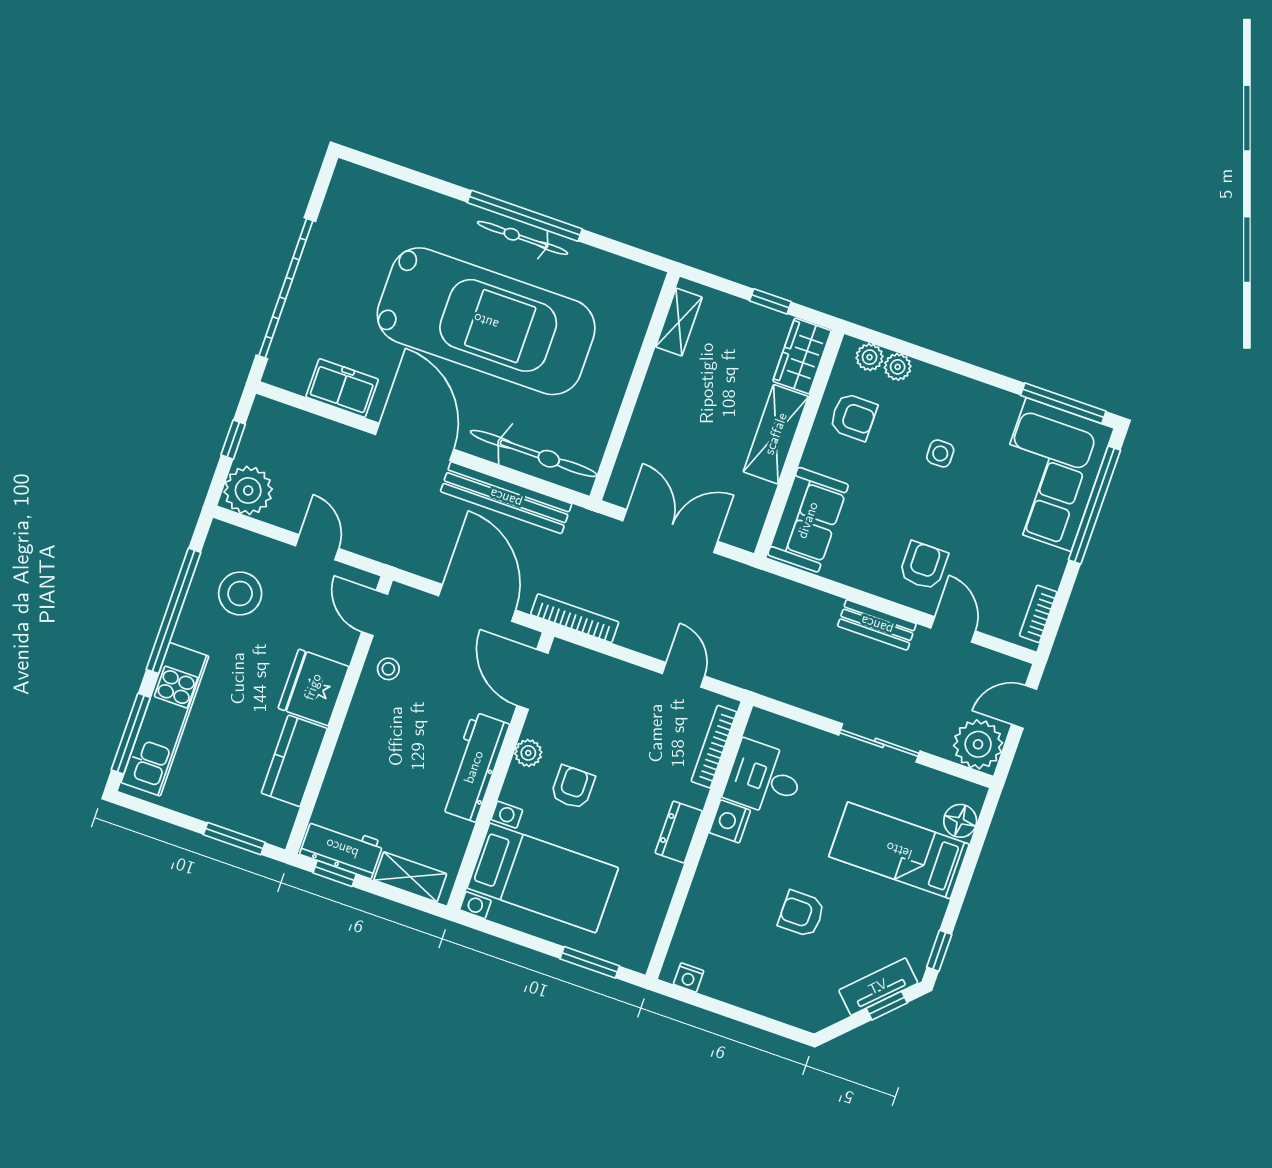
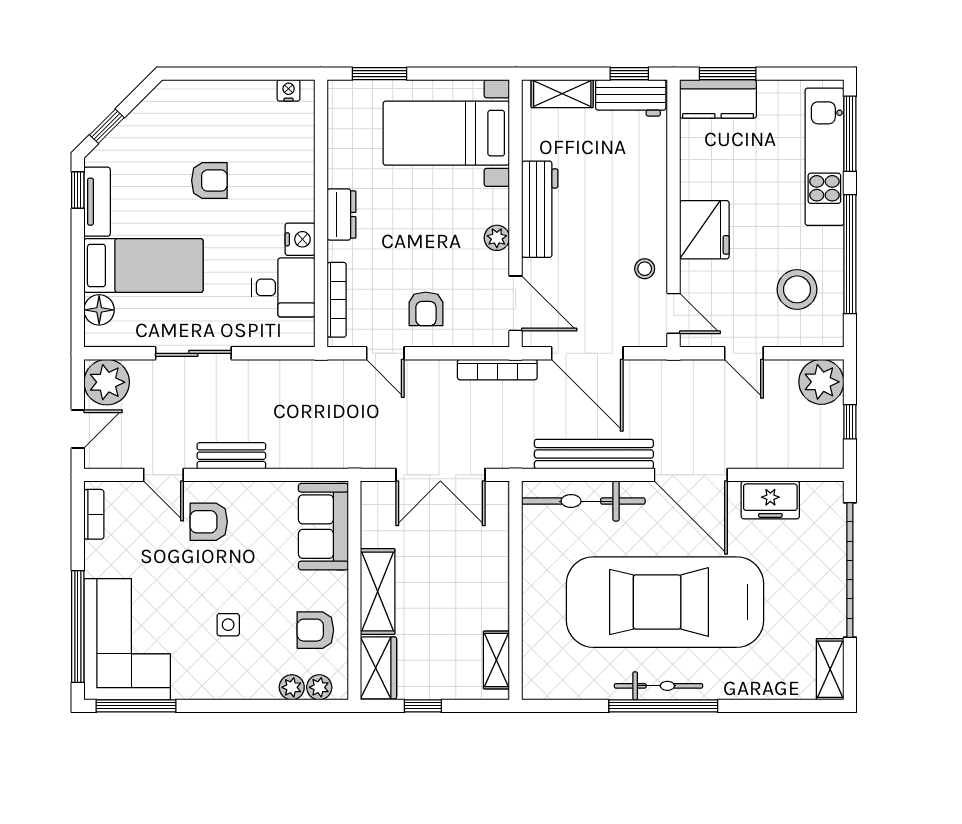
shelving: (341, 194) -> (830, 669), added
armchair: (923, 566) -> (209, 522), turned 90
kitchen counter: (294, 761) -> (718, 99), moved, turned 90
armchair: (573, 787) -> (426, 309), moved
tv unit: (878, 987) -> (97, 202), moved, turned -45

